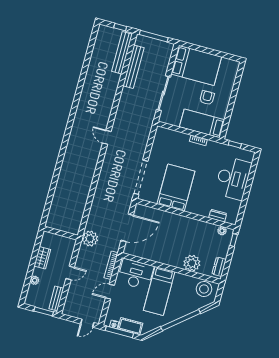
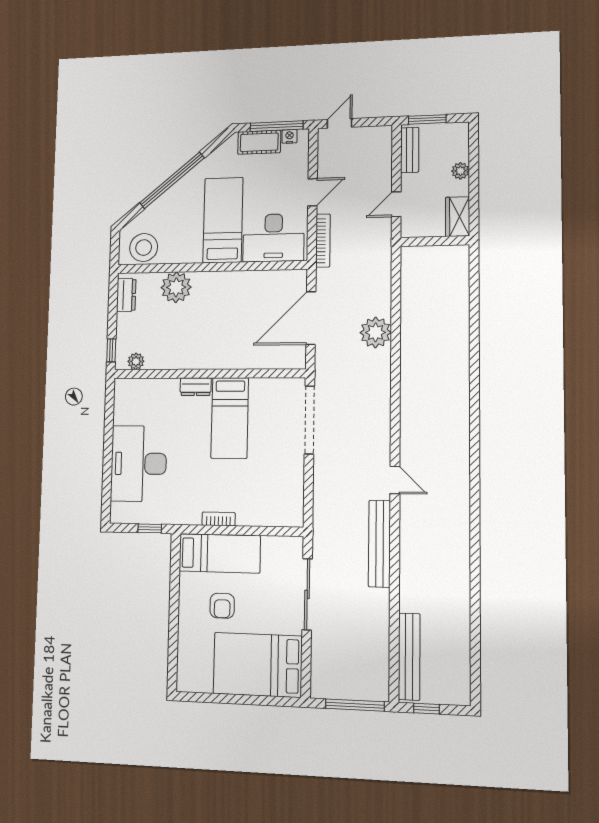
bench: (133, 67) -> (379, 544), moved
bed: (176, 188) -> (230, 418), width x0.67
dresser: (218, 216) -> (196, 387), moved
wall: (61, 233) -> (435, 241), moved
plant: (90, 239) -> (376, 332), moved

